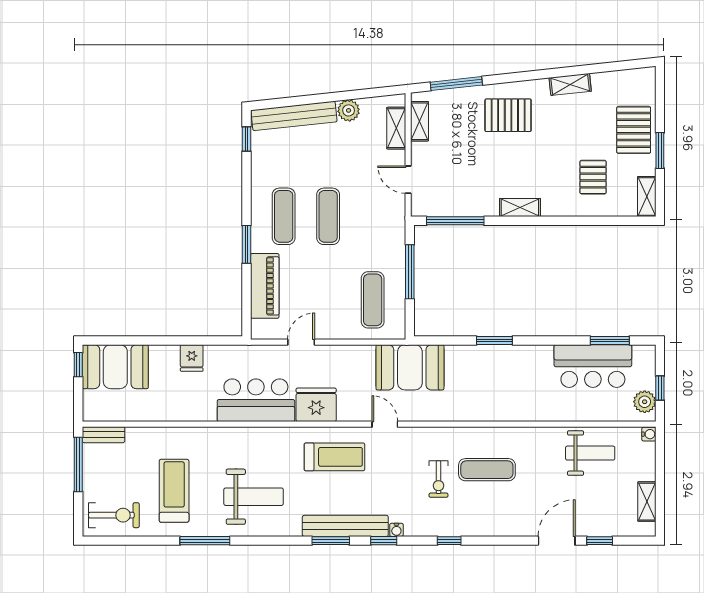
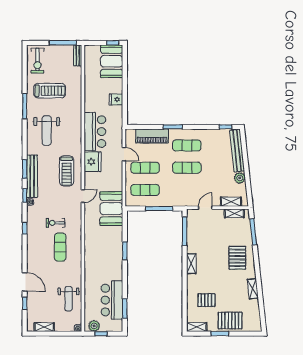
exercise mat: (328, 300) -> (145, 168), added

